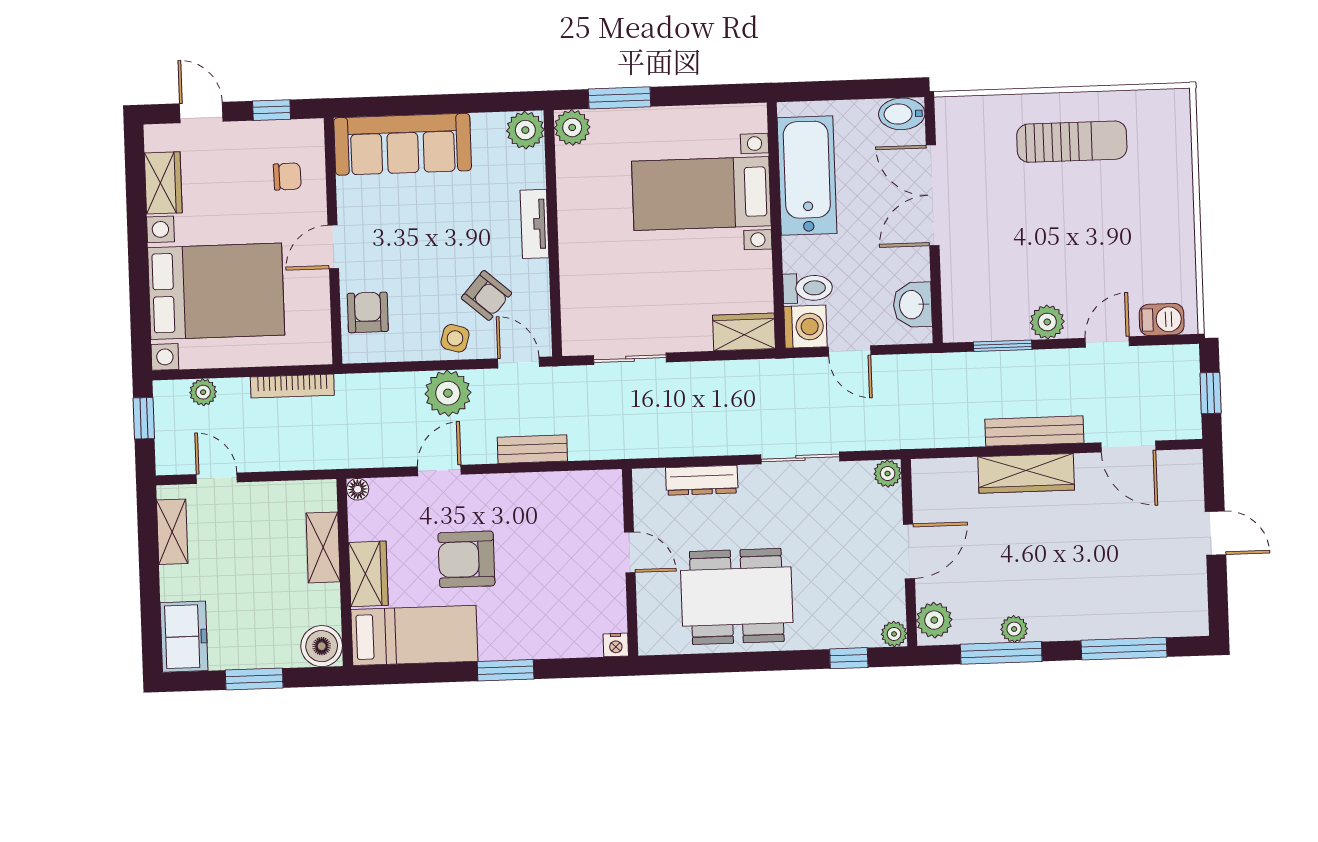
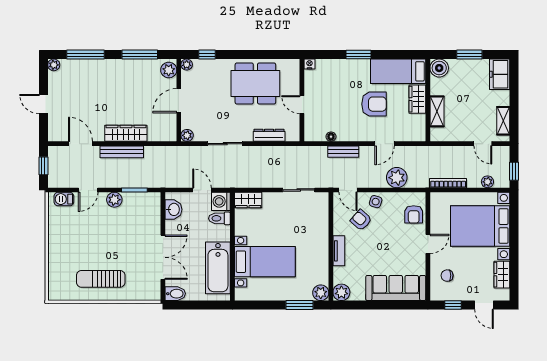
plant: (448, 393) -> (397, 178), moved
floor lamp: (358, 489) -> (331, 137), moved
plant: (1014, 629) -> (54, 65), moved

